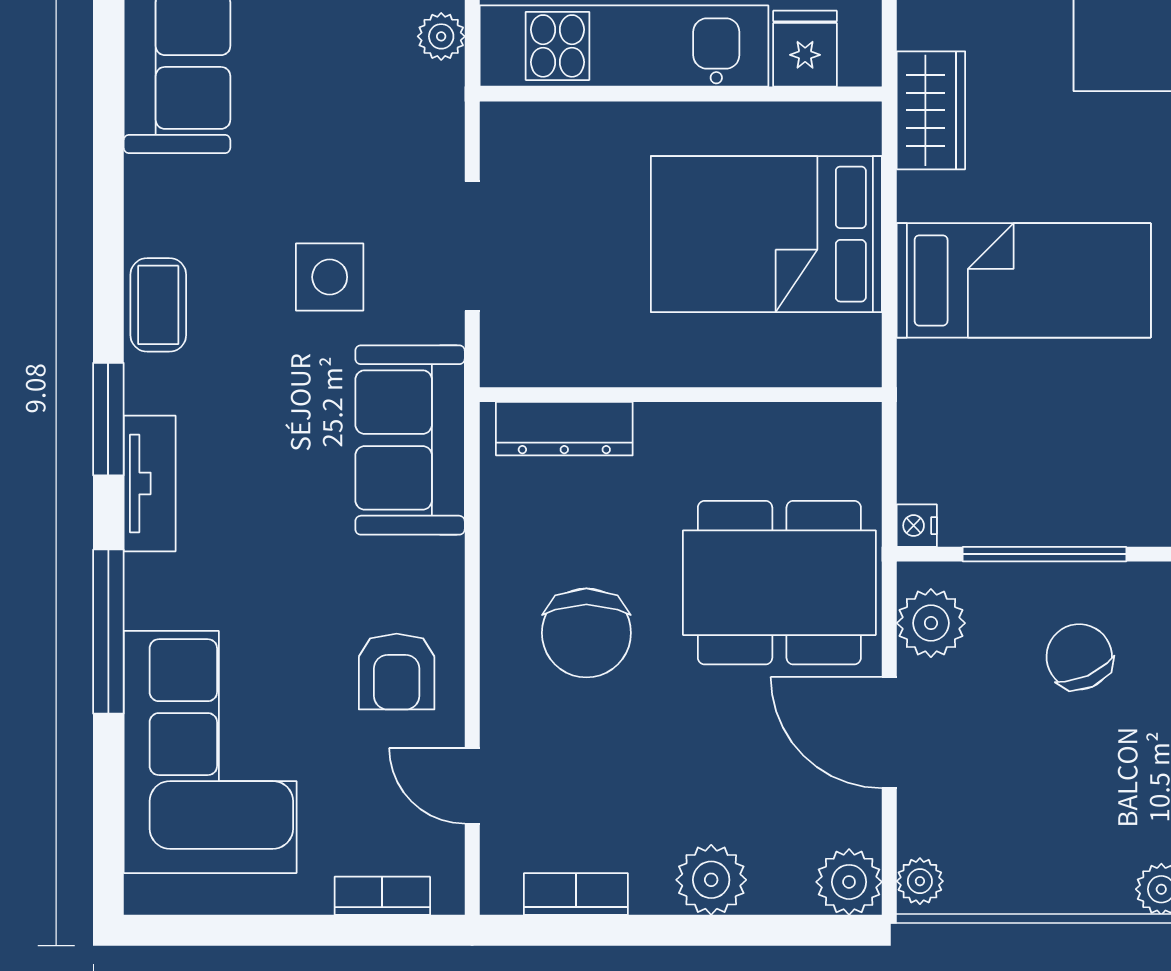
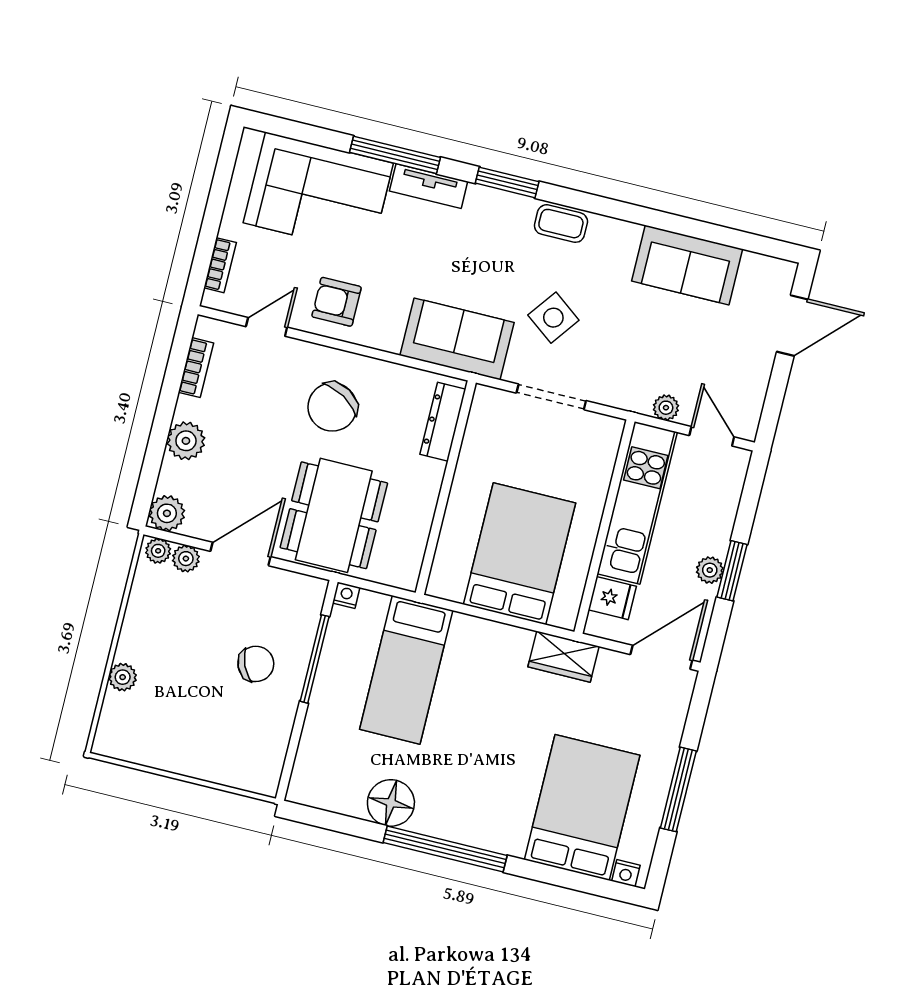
side table: (330, 277) -> (553, 318), turned 37
bed: (1024, 280) -> (406, 670), moved
tv unit: (150, 483) -> (429, 186), moved
plant: (931, 623) -> (186, 559), moved, width x0.73, depth x0.73
chair: (586, 633) -> (332, 407), turned -59

